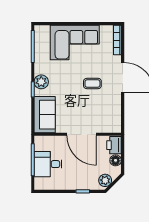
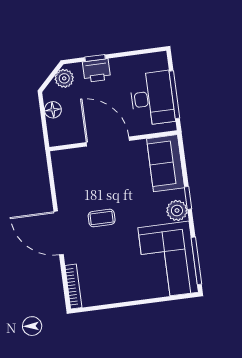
corner sofa: (75, 43) -> (168, 260), moved, turned -90
printer: (114, 145) -> (97, 71), moved, turned 90
desk: (48, 164) -> (152, 98), width x1.37

